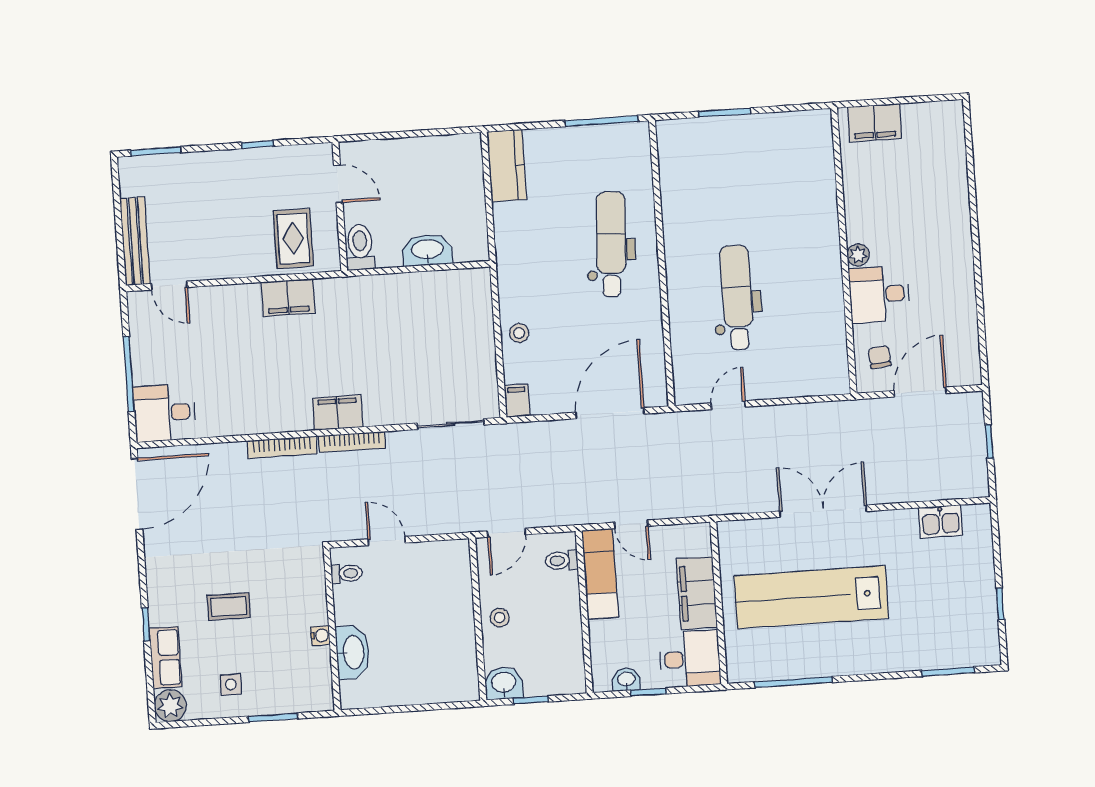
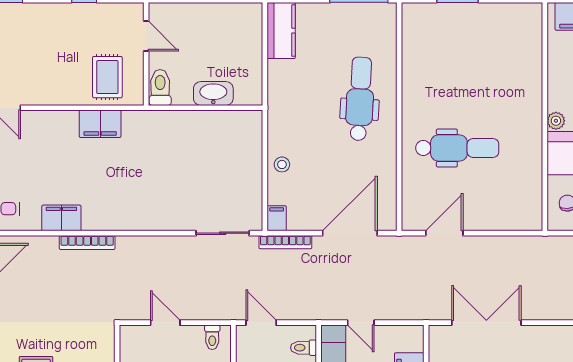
dental chair: (737, 297) -> (457, 148), turned 90
door: (728, 405) -> (444, 233), width x1.37
filing cabinet: (338, 413) -> (61, 218), moved
bookcase: (352, 442) -> (285, 242), moved
double door: (823, 511) -> (486, 323), moved
door: (506, 533) -> (261, 323), swing flipped
toilet: (346, 573) -> (212, 337), moved, turned 90

